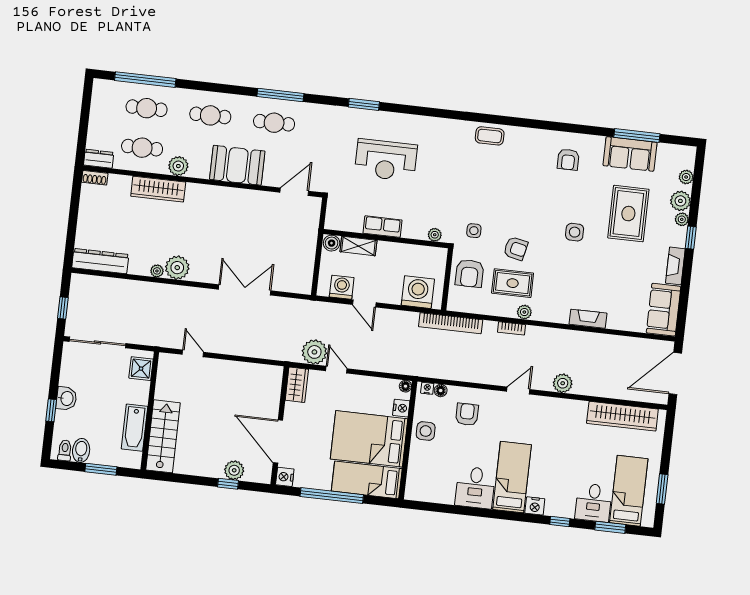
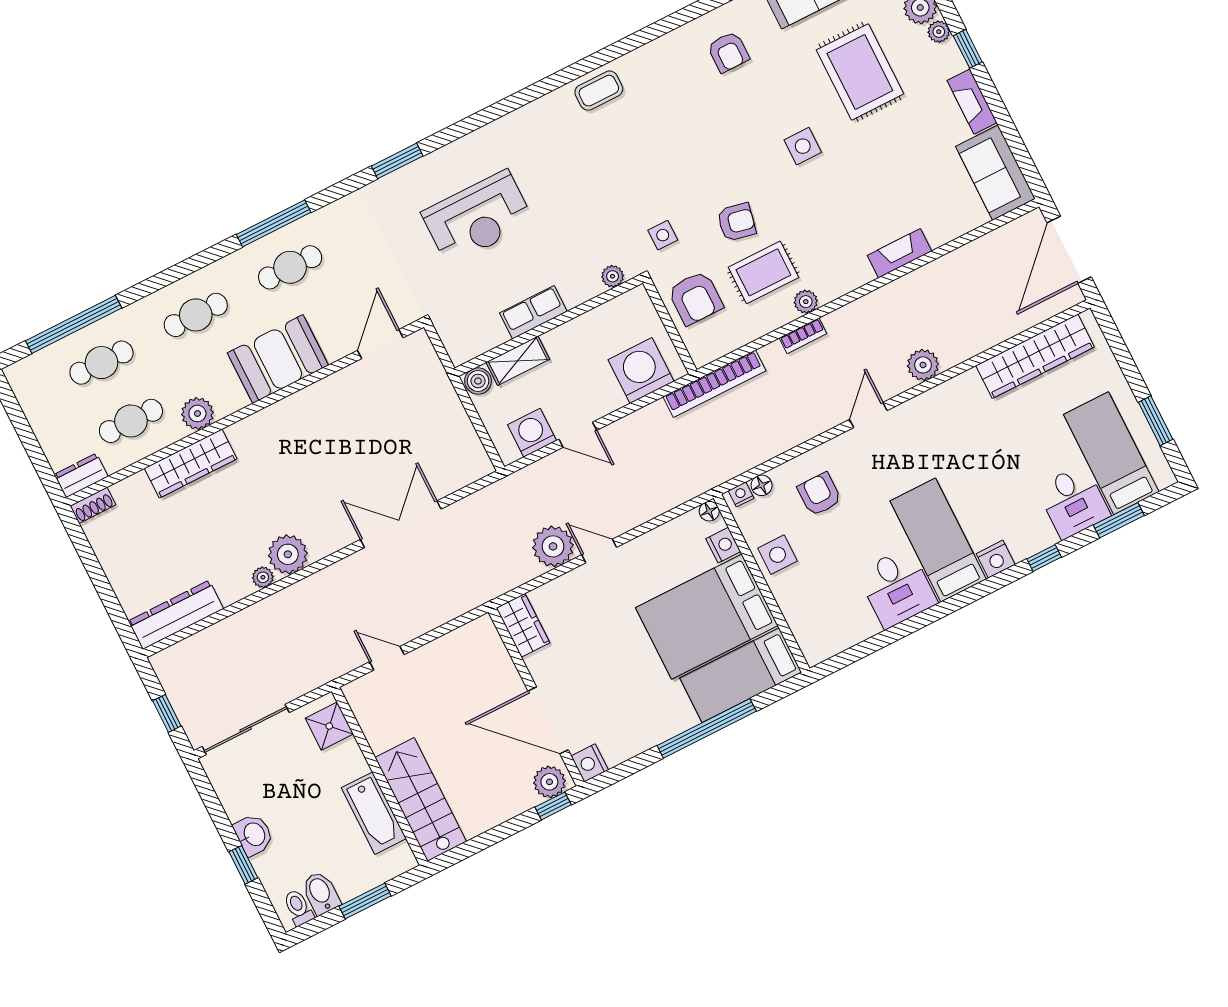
wardrobe: (297, 385) -> (523, 625), moved
wall: (280, 426) -> (536, 697), moved
door: (278, 441) -> (548, 720), moved
nightstand: (285, 477) -> (590, 763), moved

